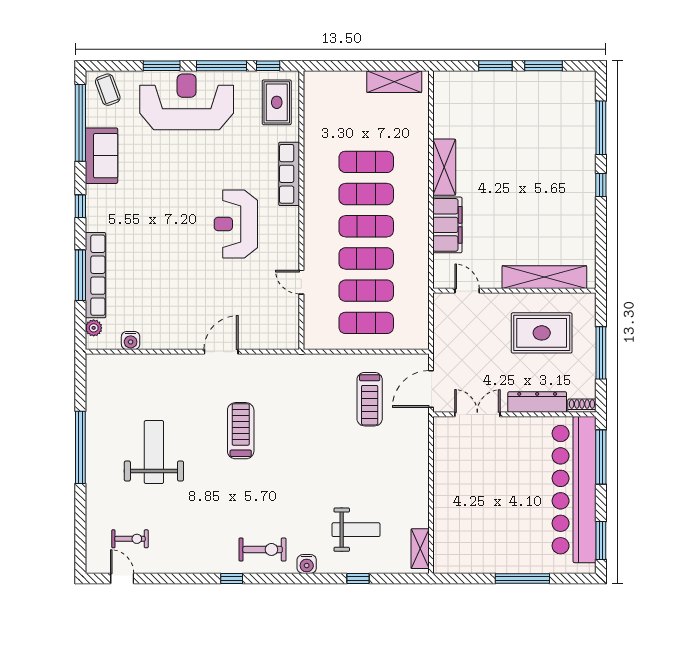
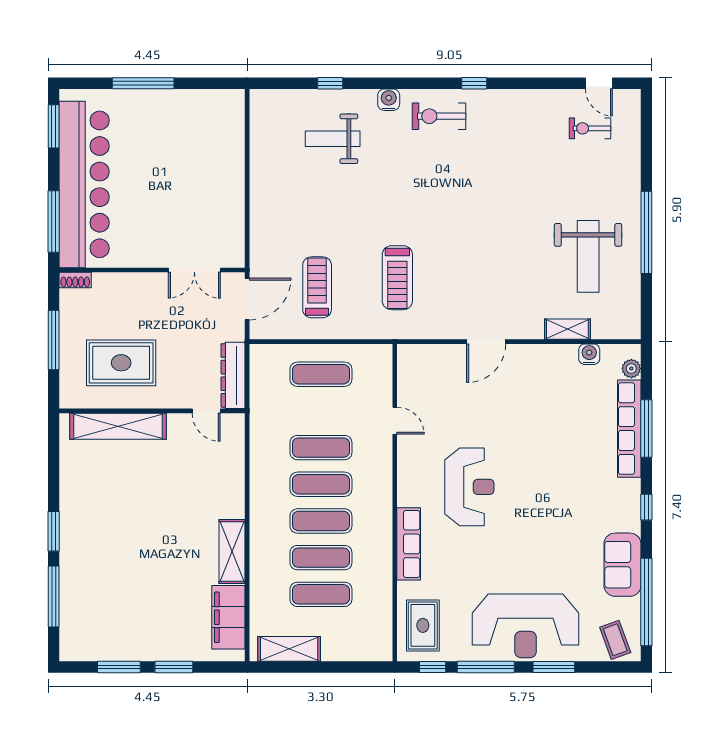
window: (601, 185) -> (54, 531), width x1.50
filing cabinet: (447, 225) -> (228, 617), moved
exercise mat: (366, 291) -> (321, 594), moved
dresser: (537, 402) -> (233, 375), moved, turned 90
treadmill: (241, 431) -> (397, 278), moved
weight bench: (154, 452) -> (588, 256), moved
shelving: (420, 549) -> (567, 329), moved, turned 90

